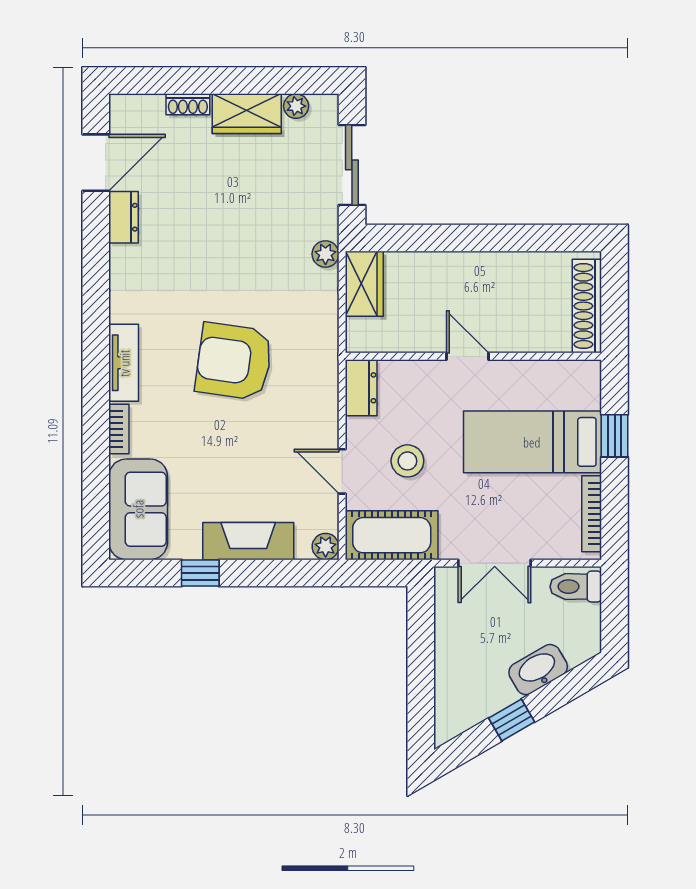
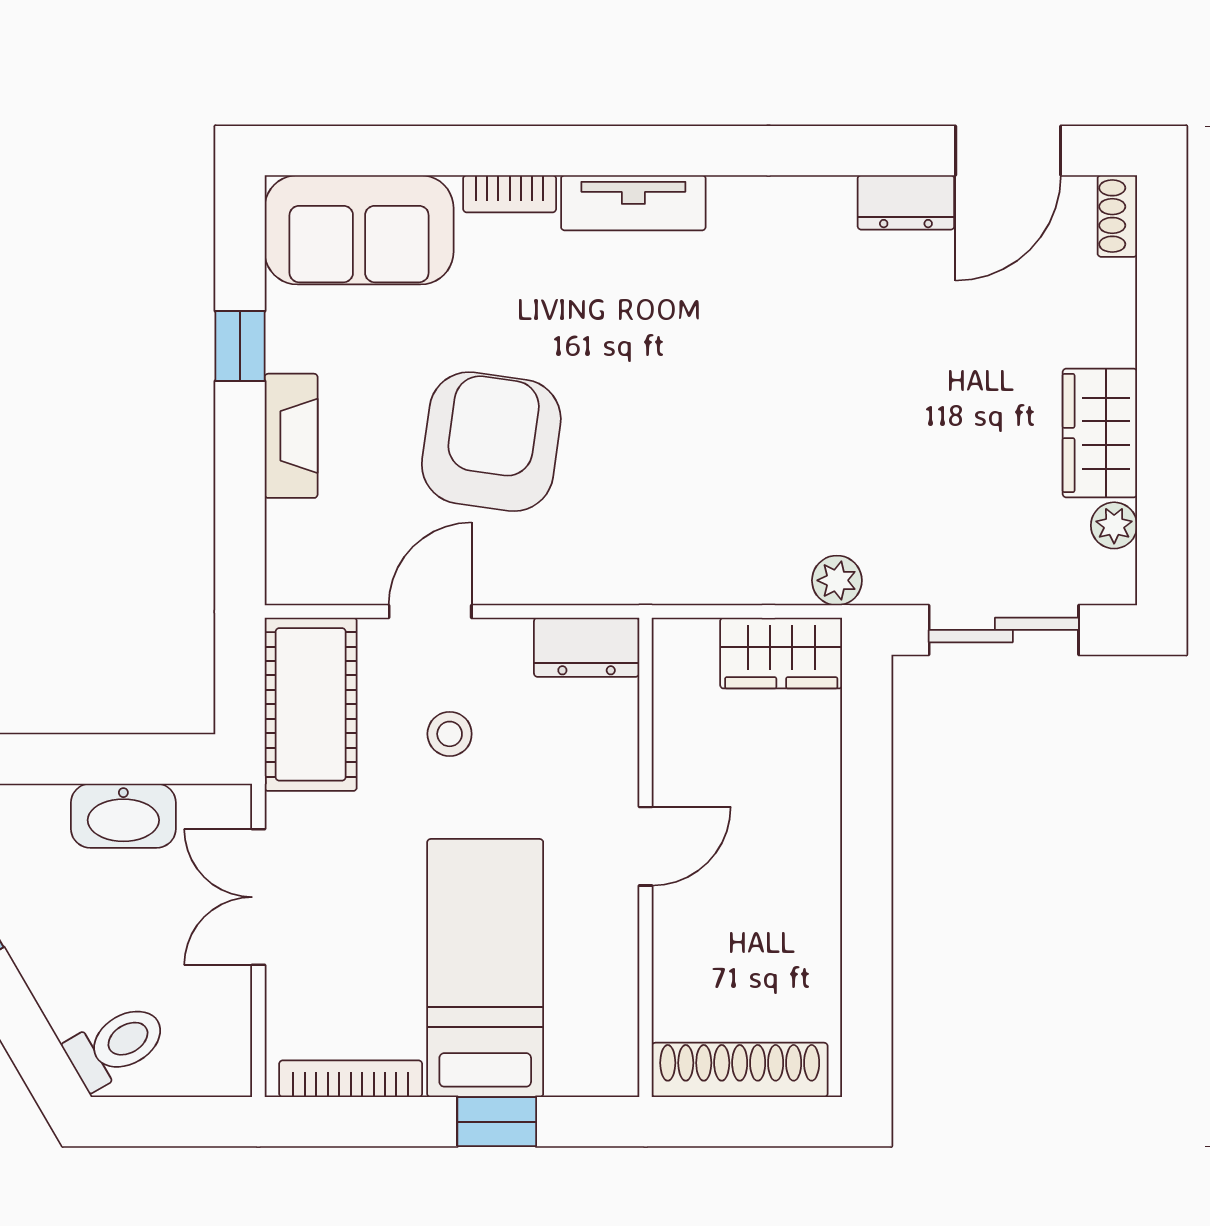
shoe rack: (188, 104) -> (1117, 216), moved
door: (96, 163) -> (1008, 151), hinge flipped
armchair: (234, 361) -> (491, 442), moved
stool: (407, 461) -> (450, 734), width x0.73, depth x0.73
fireplace: (248, 541) -> (291, 436), width x0.73, depth x0.76
plant: (326, 547) -> (289, 581), removed
toilet: (576, 587) -> (116, 1045), moved, turned 60
washbasin: (538, 670) -> (123, 816), moved, turned 120

